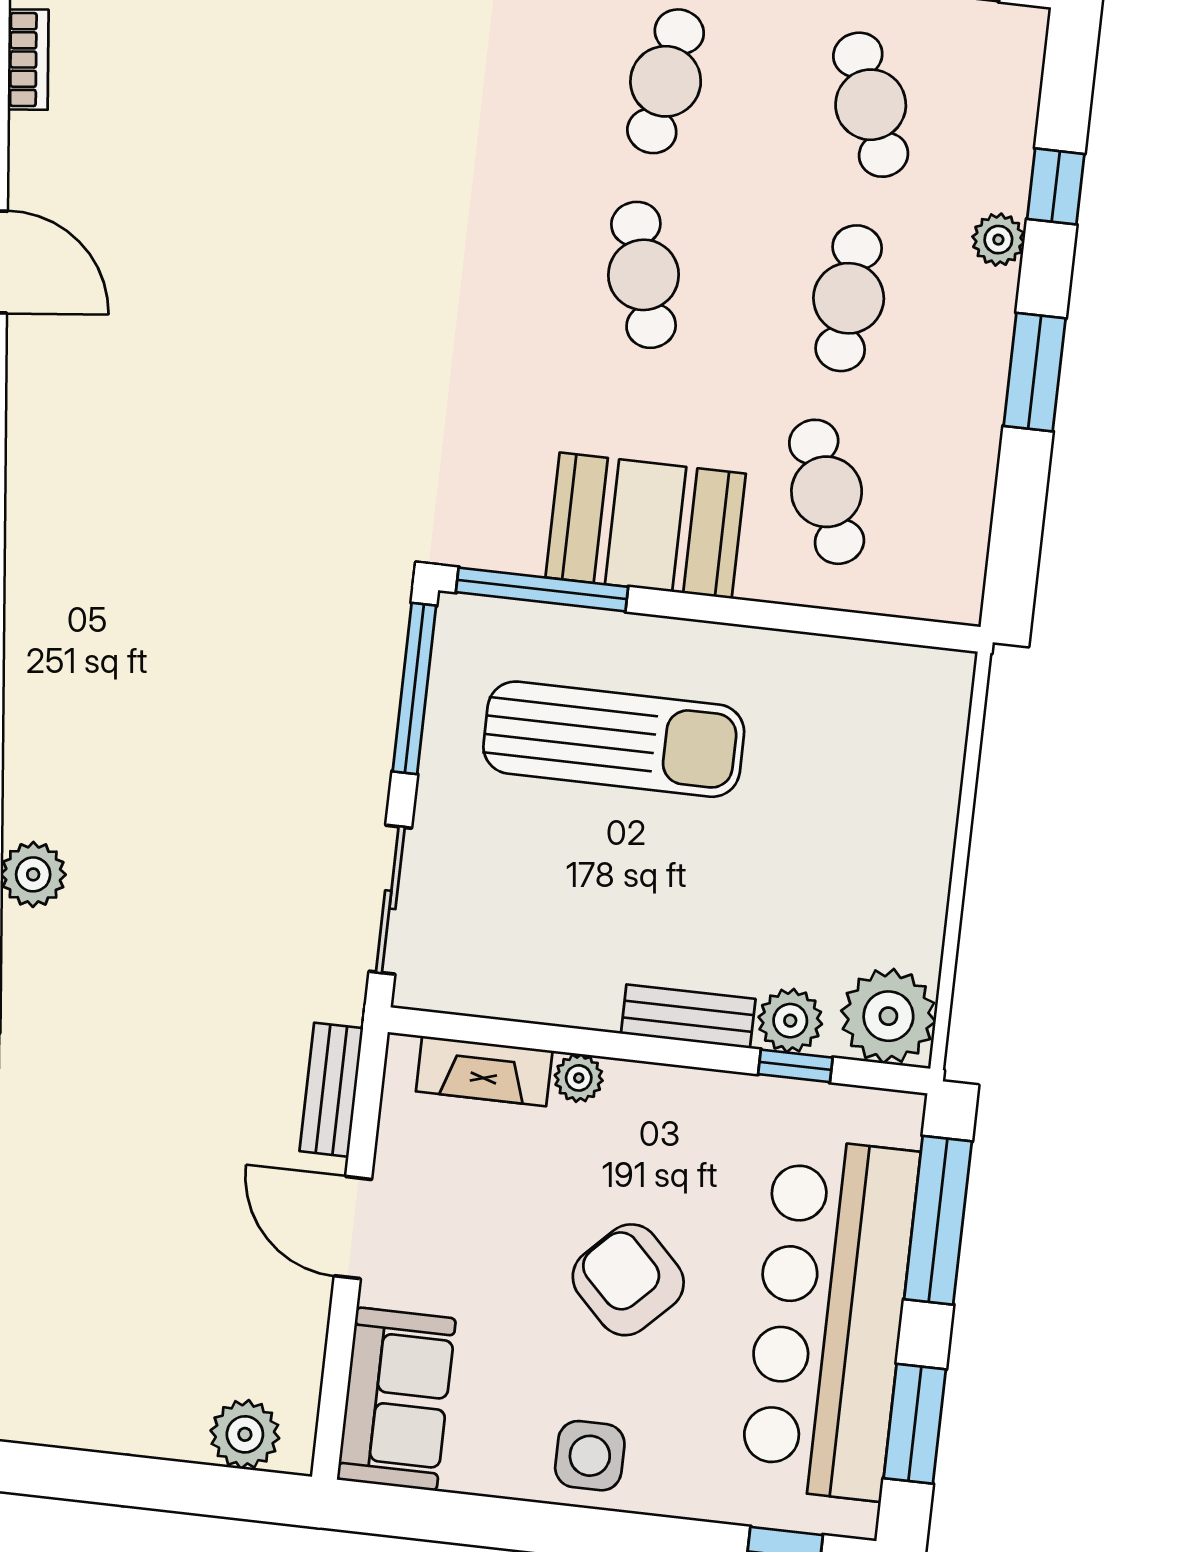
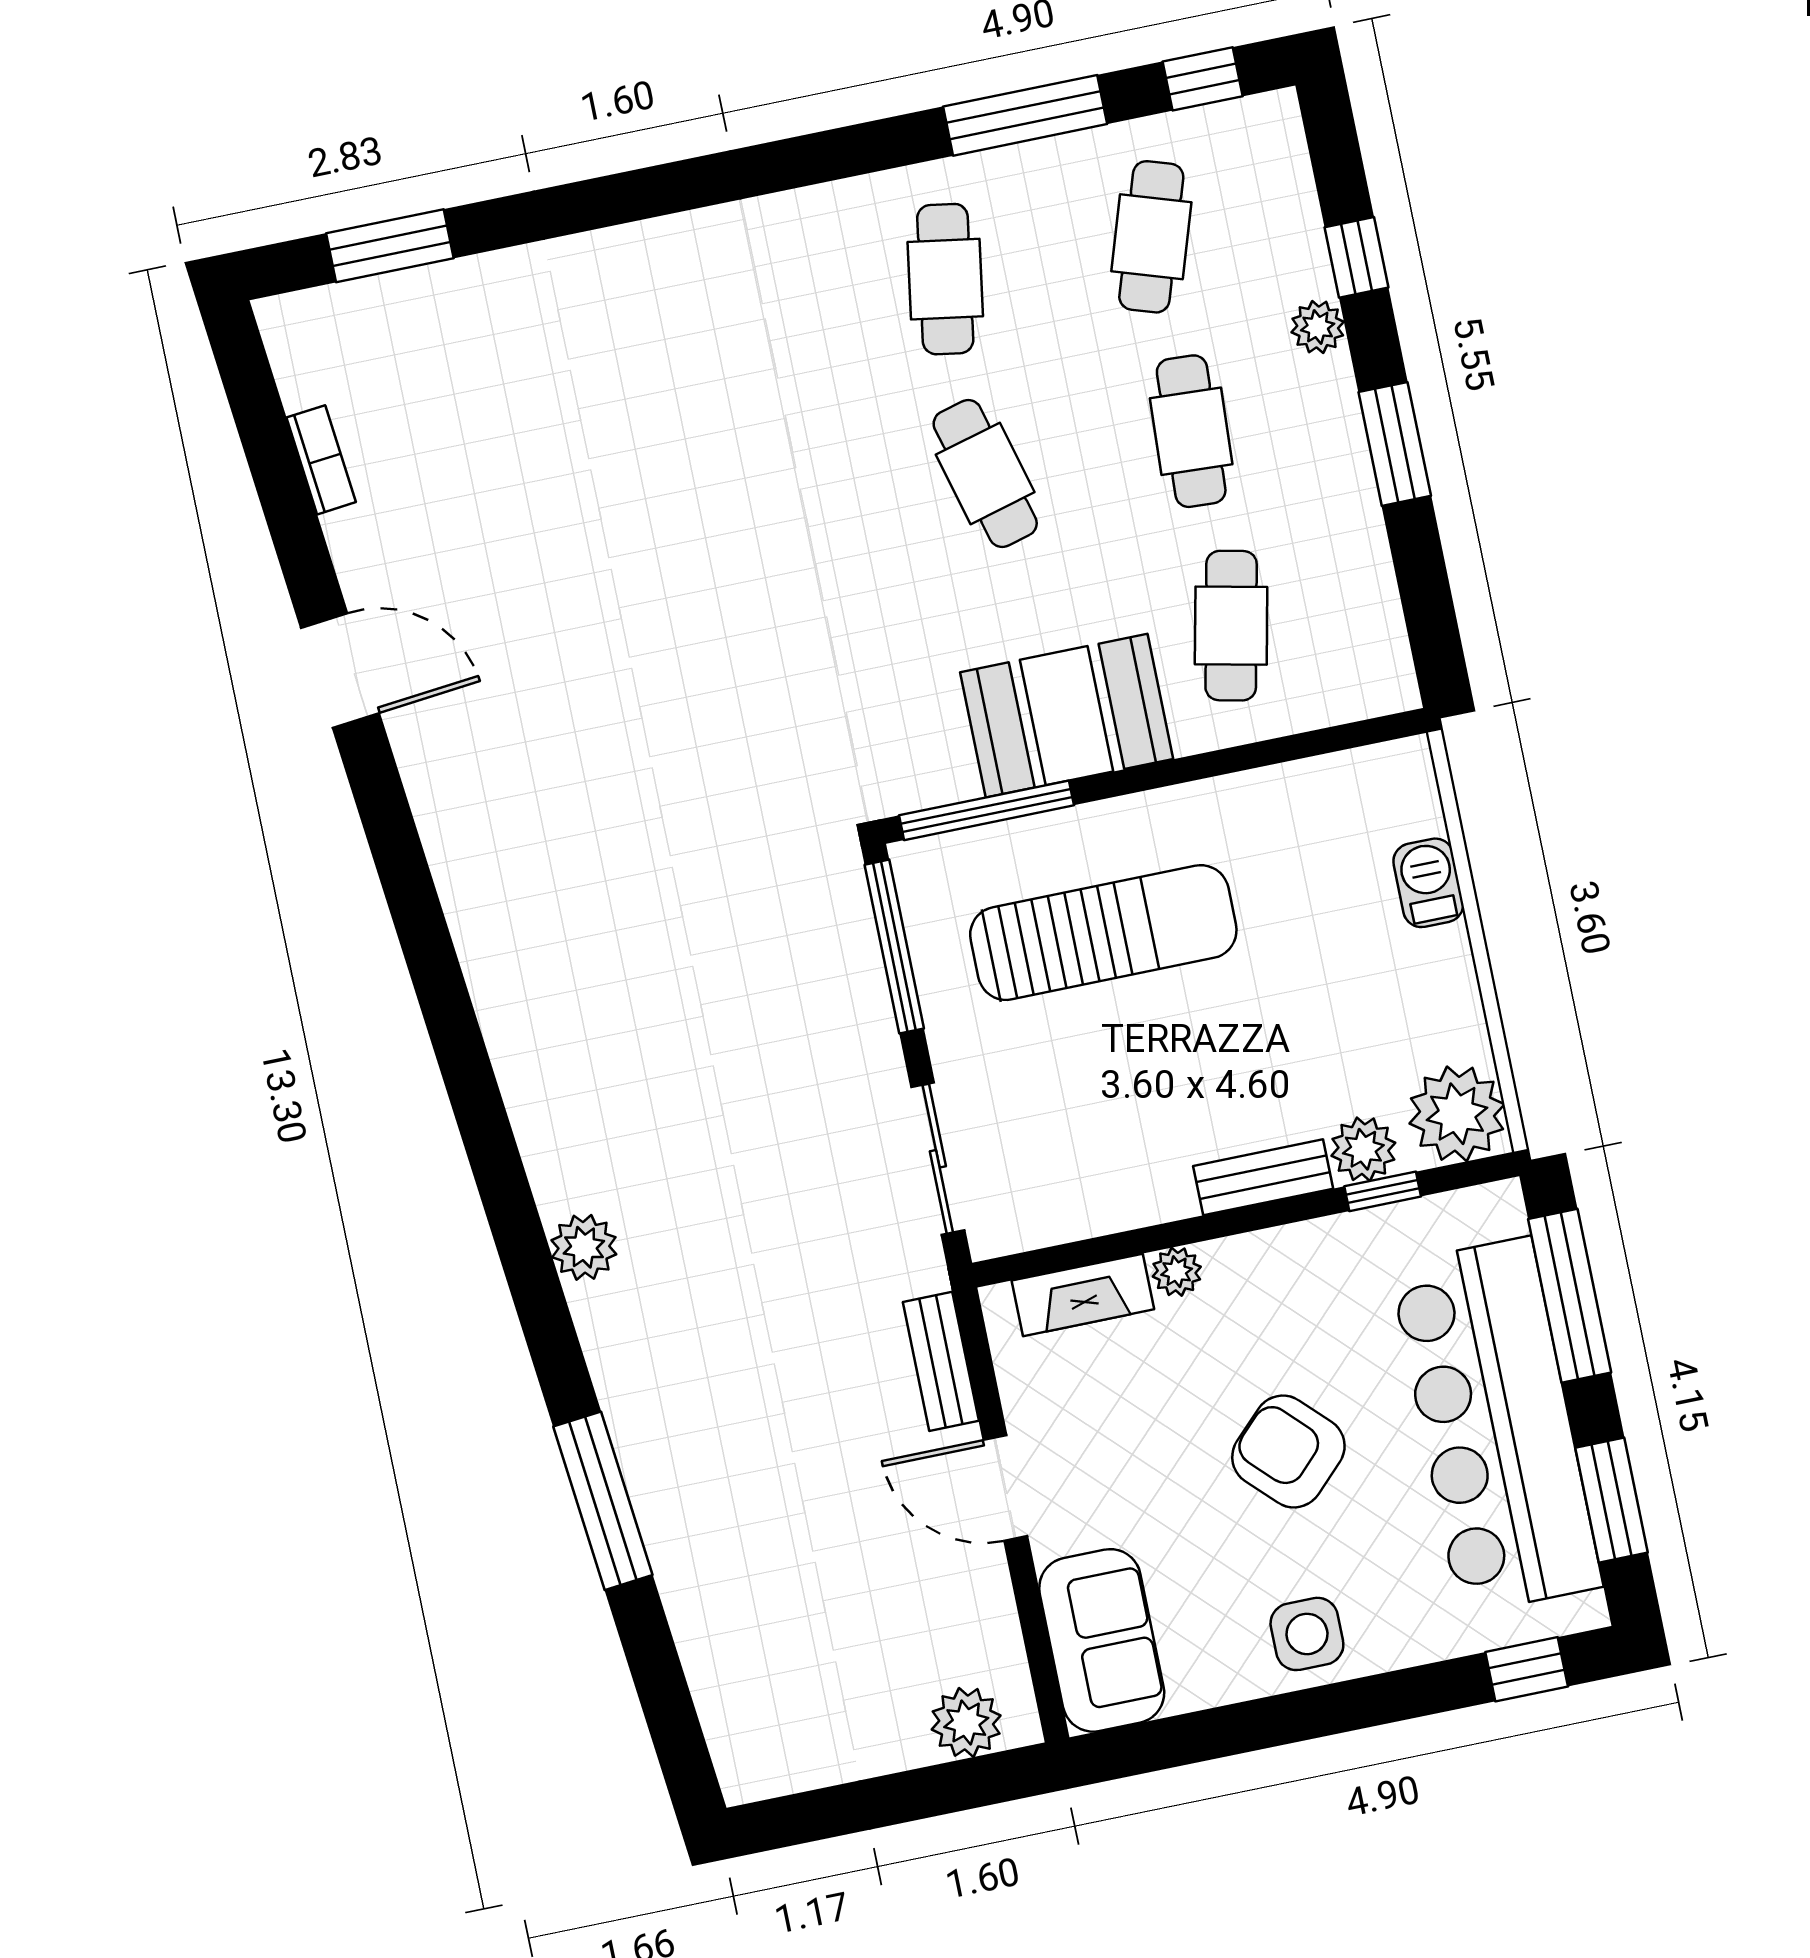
cafe table: (871, 105) -> (1151, 237), turned 39
cafe table: (827, 492) -> (1231, 626), turned 33
barbecue: (932, 792) -> (1428, 883), added

